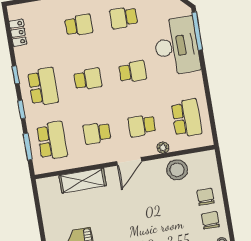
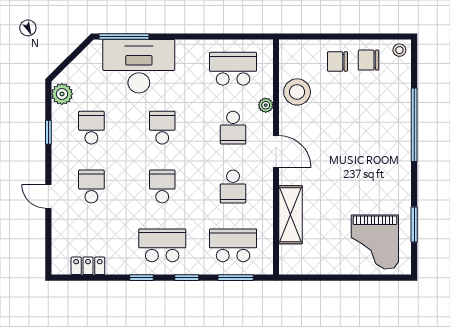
school desk: (124, 18) -> (91, 128), turned 180

